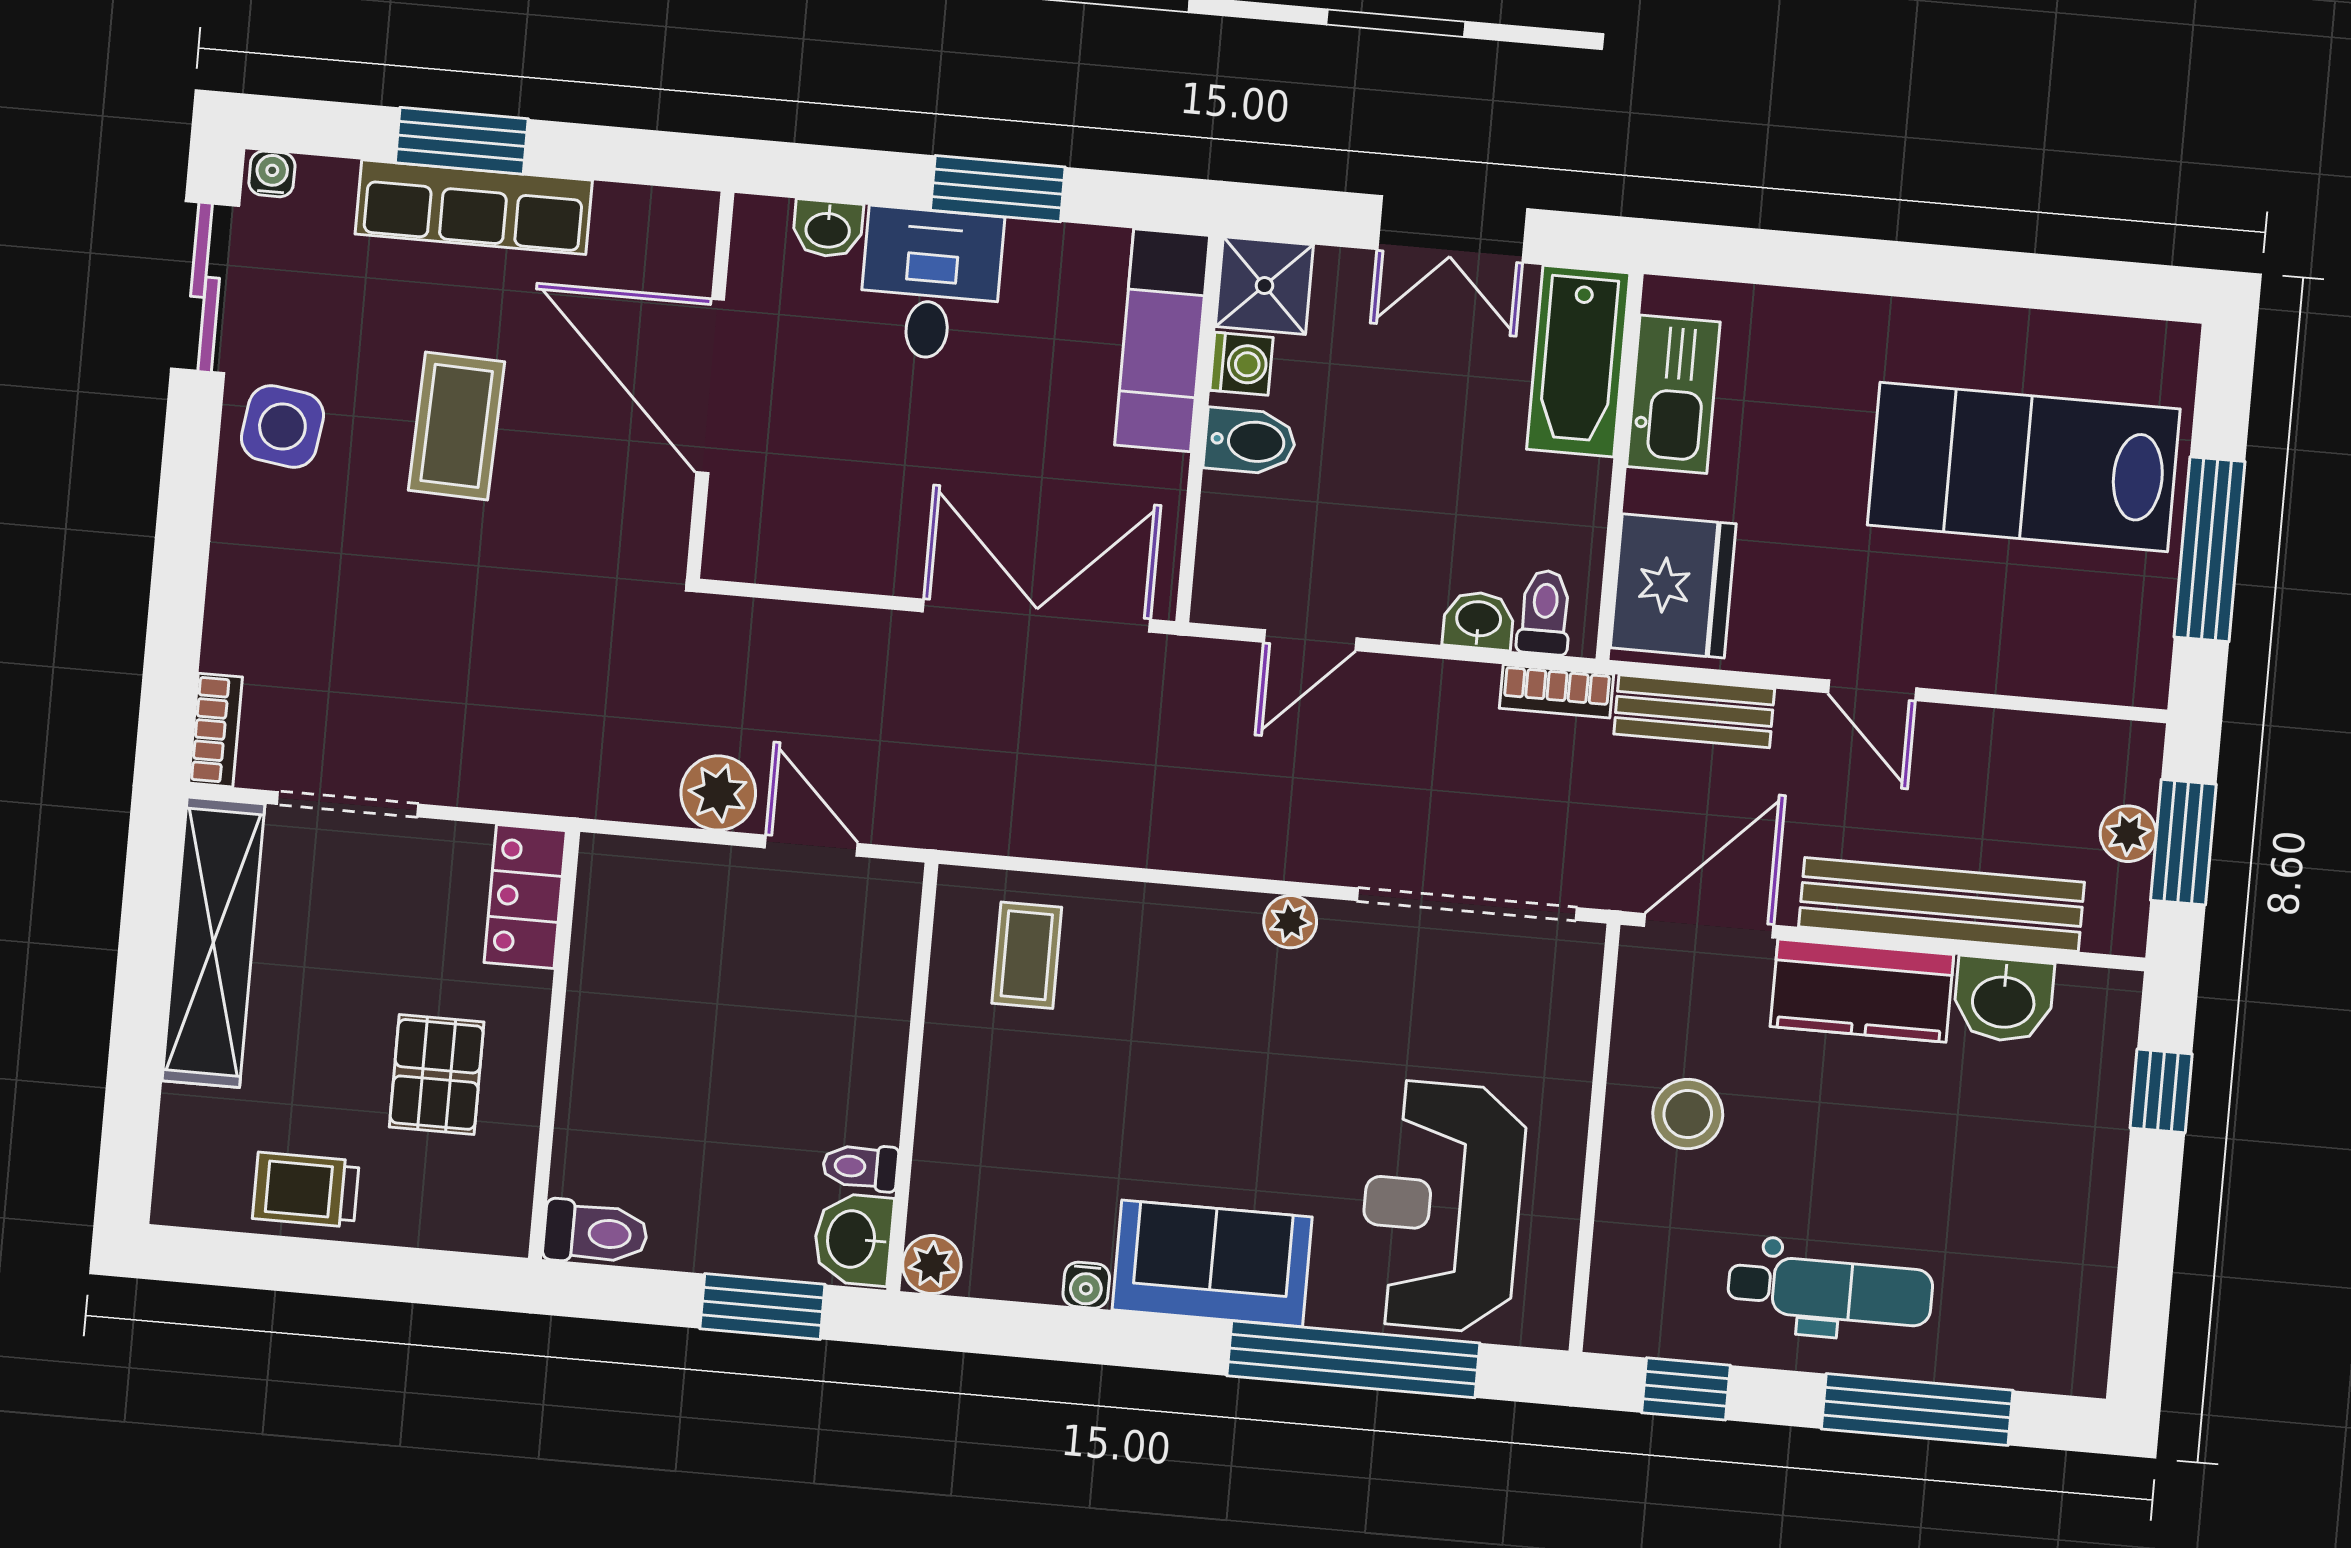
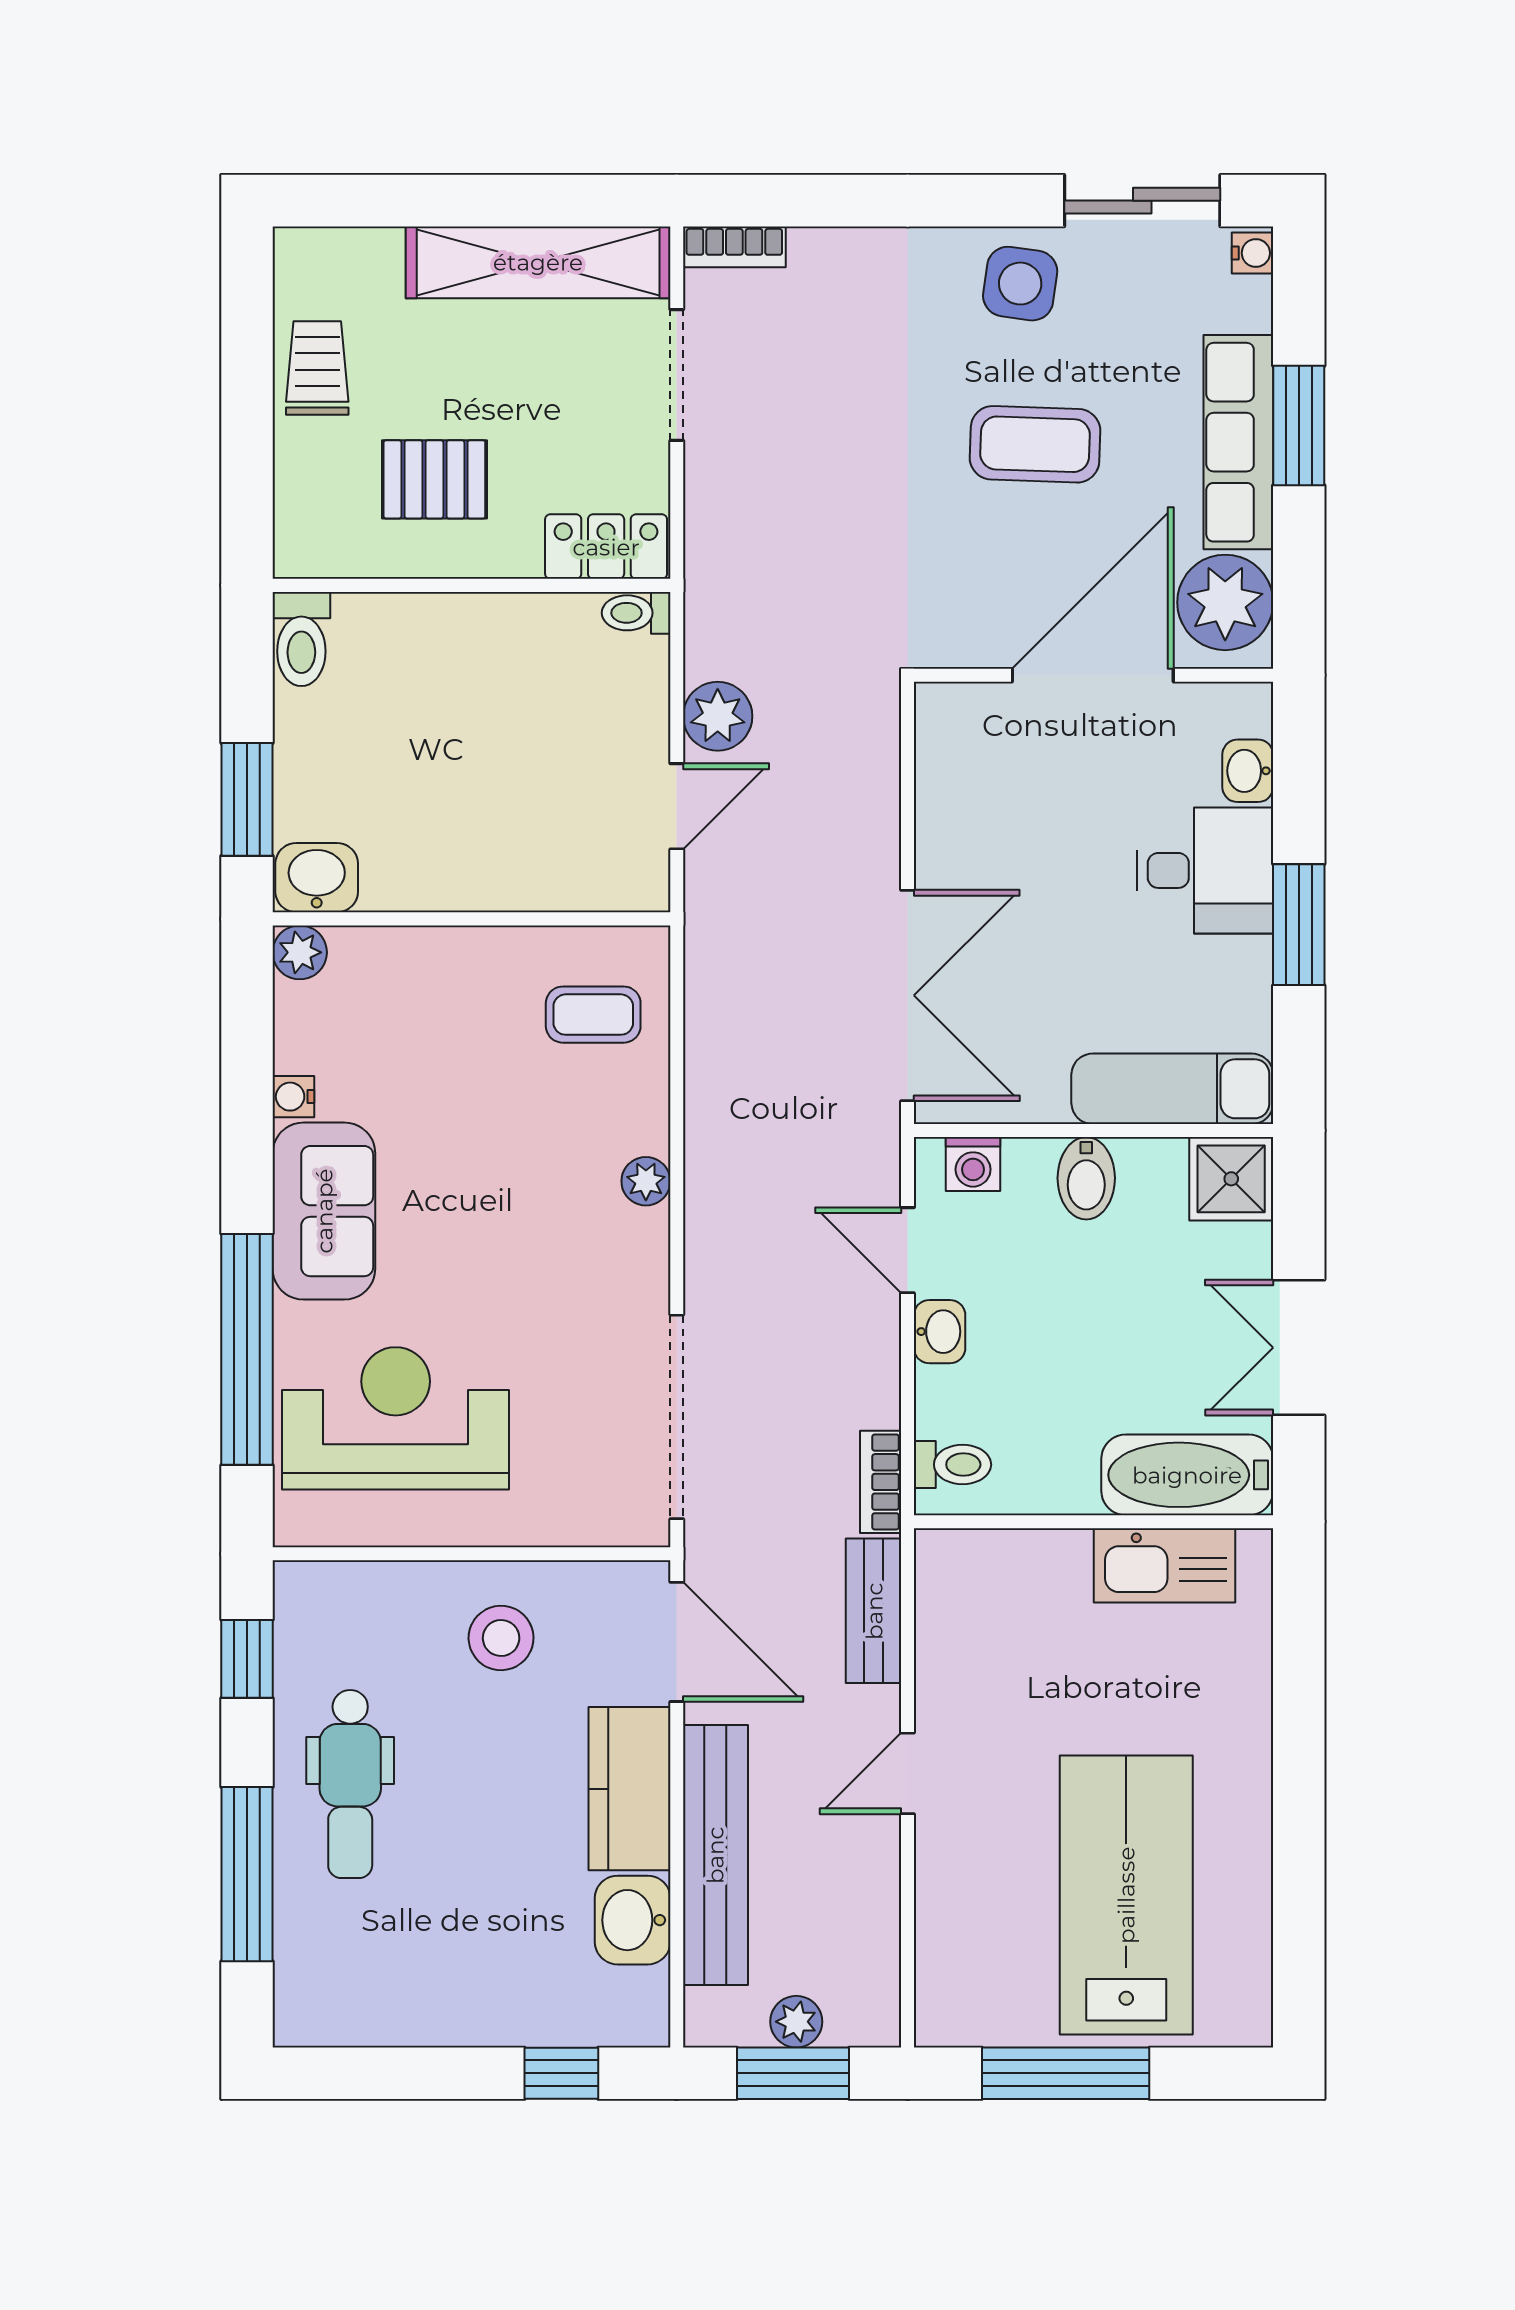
plant: (645, 237) -> (1225, 602), added
washing machine: (1241, 364) -> (973, 1164), moved
fridge: (1673, 586) -> (988, 1581), removed
washbasin: (1478, 620) -> (940, 1332), moved
plant: (1290, 922) -> (646, 1181), moved
toilet: (860, 1167) -> (636, 613), moved, turned -90

